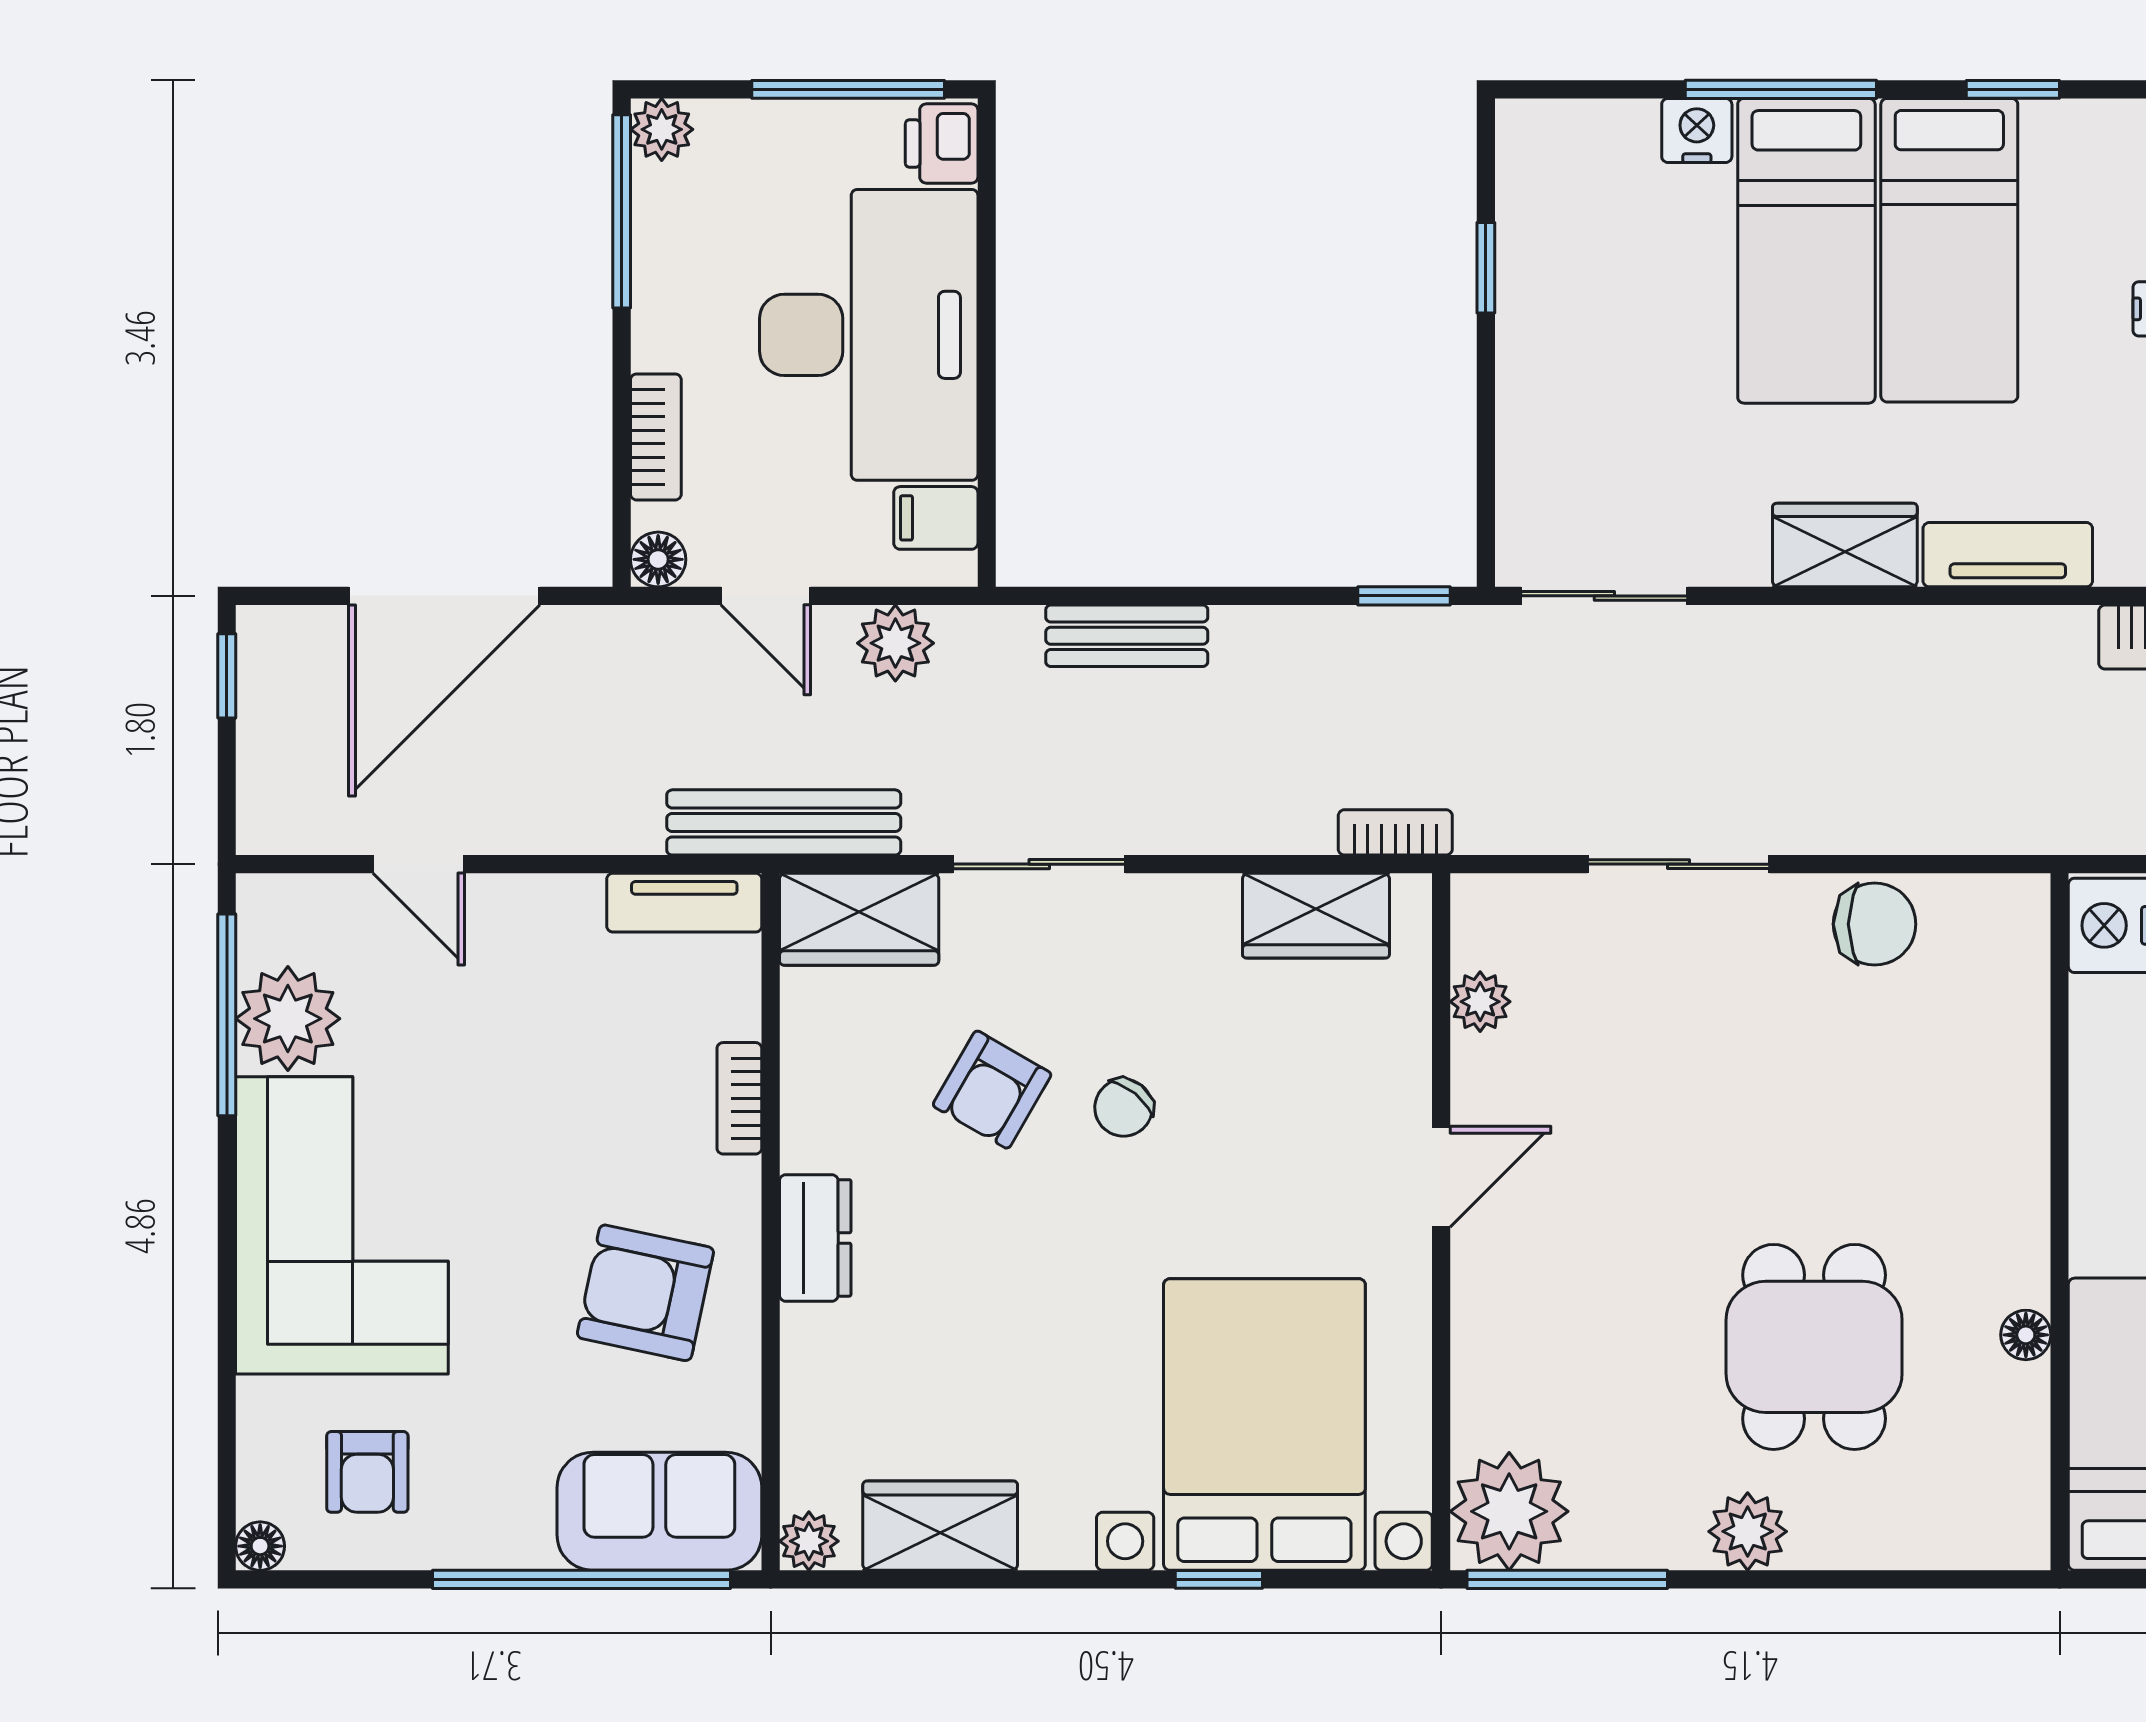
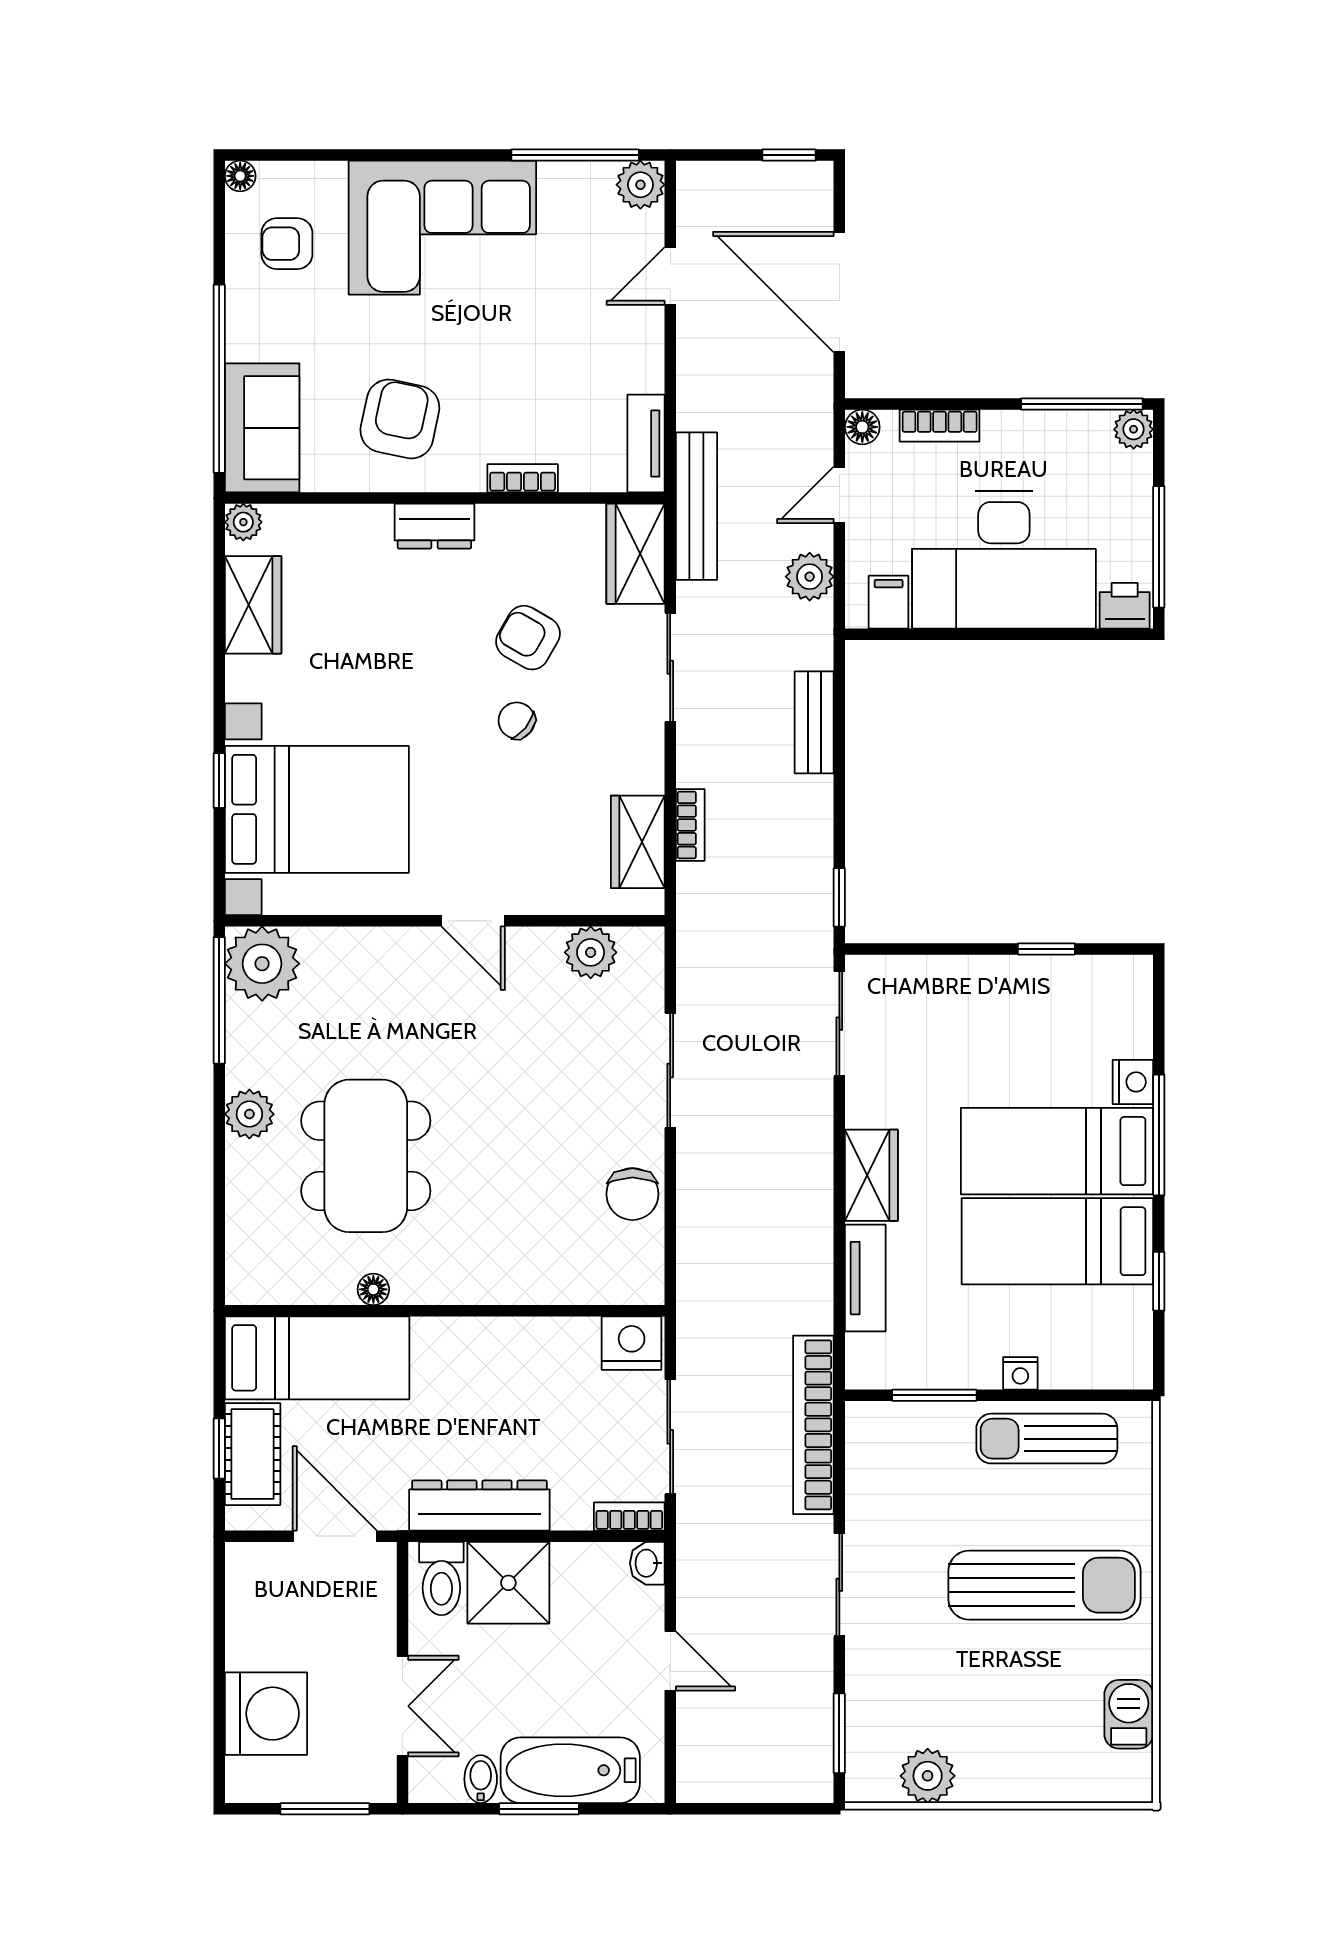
bookcase: (1395, 832) -> (690, 825), moved
plant: (1480, 1002) -> (591, 952), width x1.38, depth x1.38
plant: (288, 1019) -> (640, 185), moved, width x0.73, depth x0.73
dining table: (1814, 1347) -> (366, 1156), width x1.37

